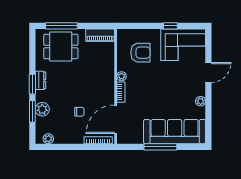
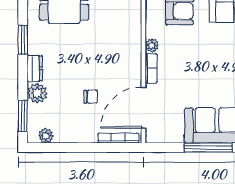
dresser: (41, 80) -> (35, 68), moved
window: (32, 84) -> (23, 40), moved
window: (32, 111) -> (23, 116), moved

